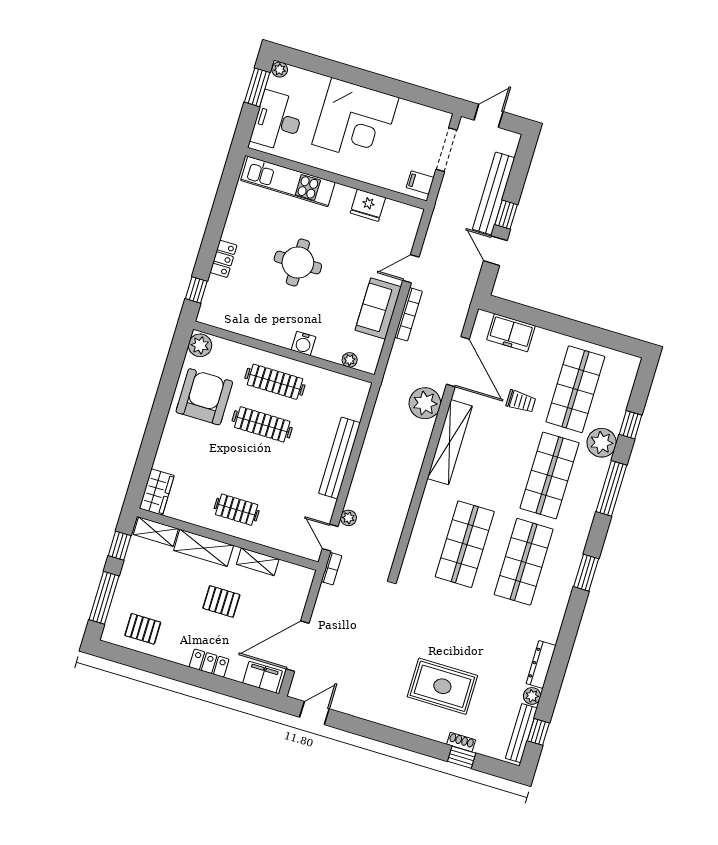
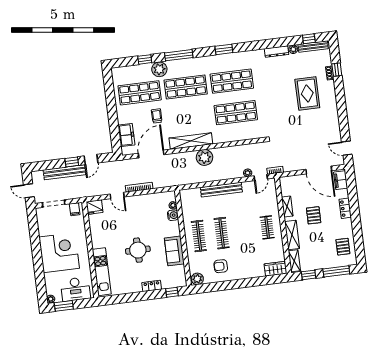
fridge: (368, 205) -> (95, 207), moved, turned 90
sofa: (378, 309) -> (174, 251), moved, turned 90
water cooler: (303, 343) -> (173, 215), moved
armchair: (204, 397) -> (221, 266), width x0.53, depth x0.53
plant: (425, 403) -> (204, 157), moved

